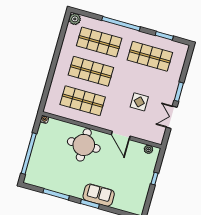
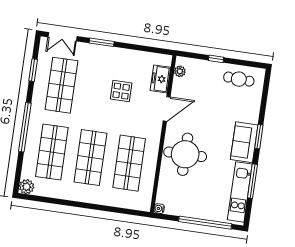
double door: (172, 117) -> (62, 37), moved
freezer: (145, 134) -> (160, 79), added
kitchen unit: (49, 183) -> (240, 192), added
cafe table: (136, 194) -> (239, 79), added
sofa: (99, 195) -> (244, 142), moved

